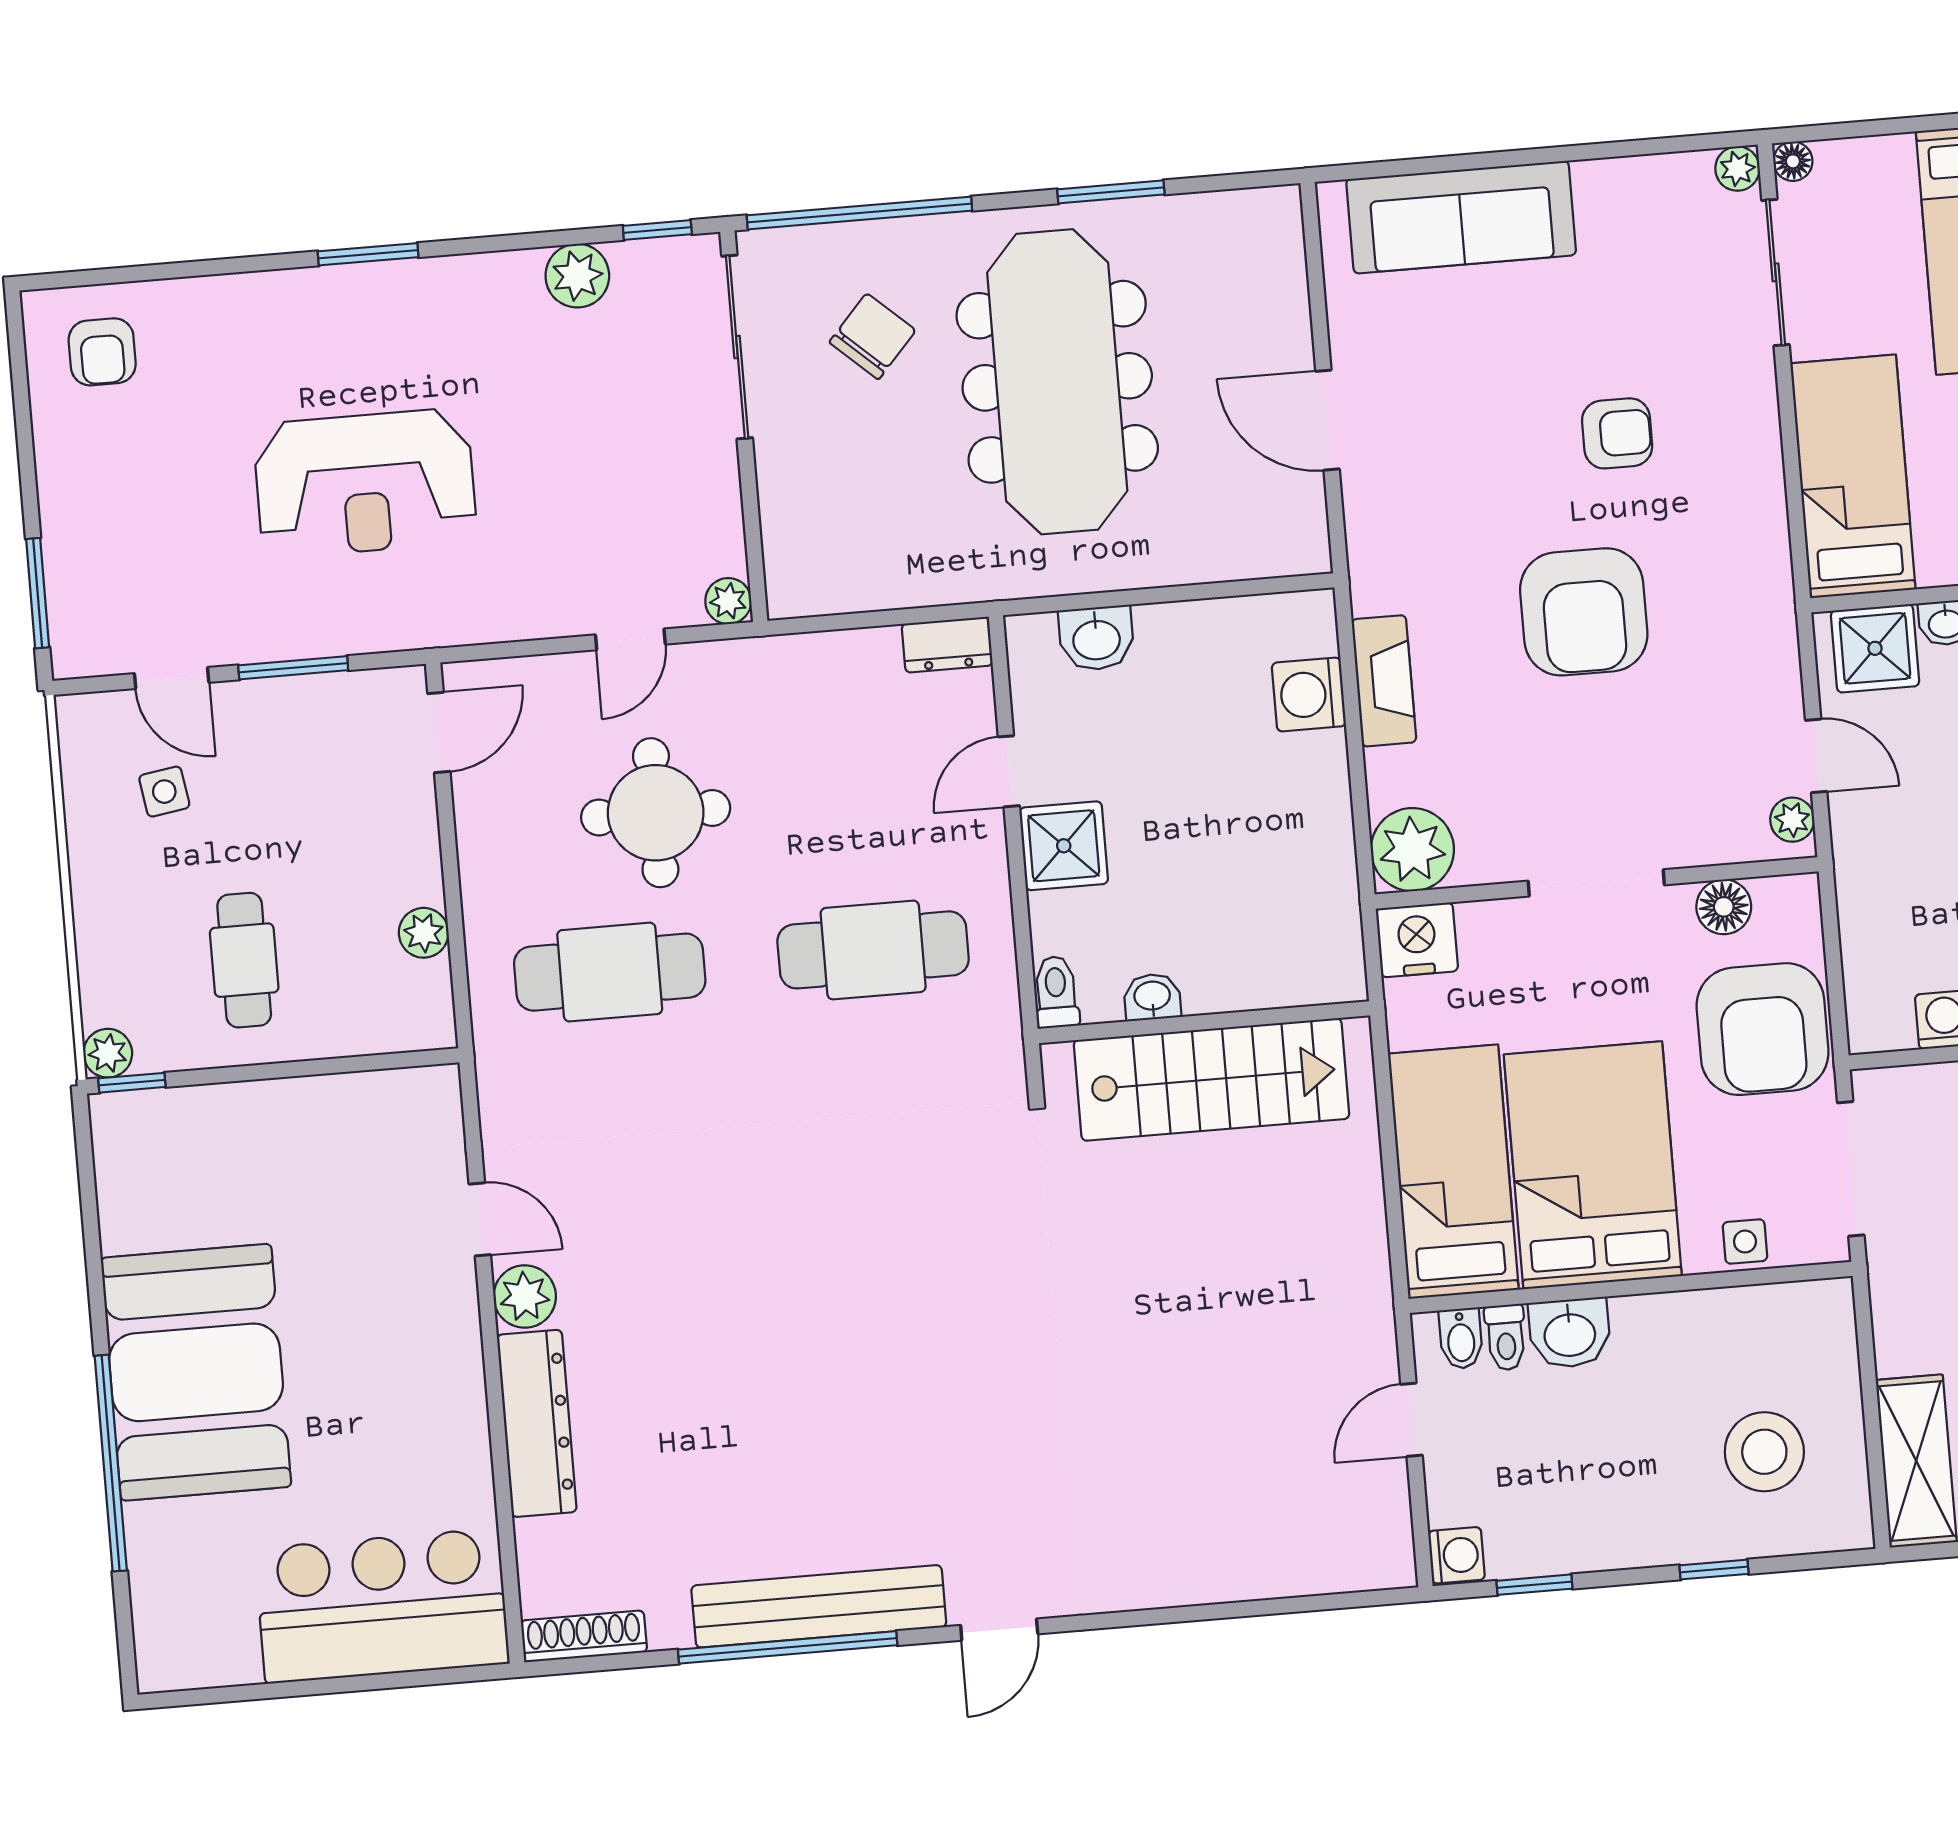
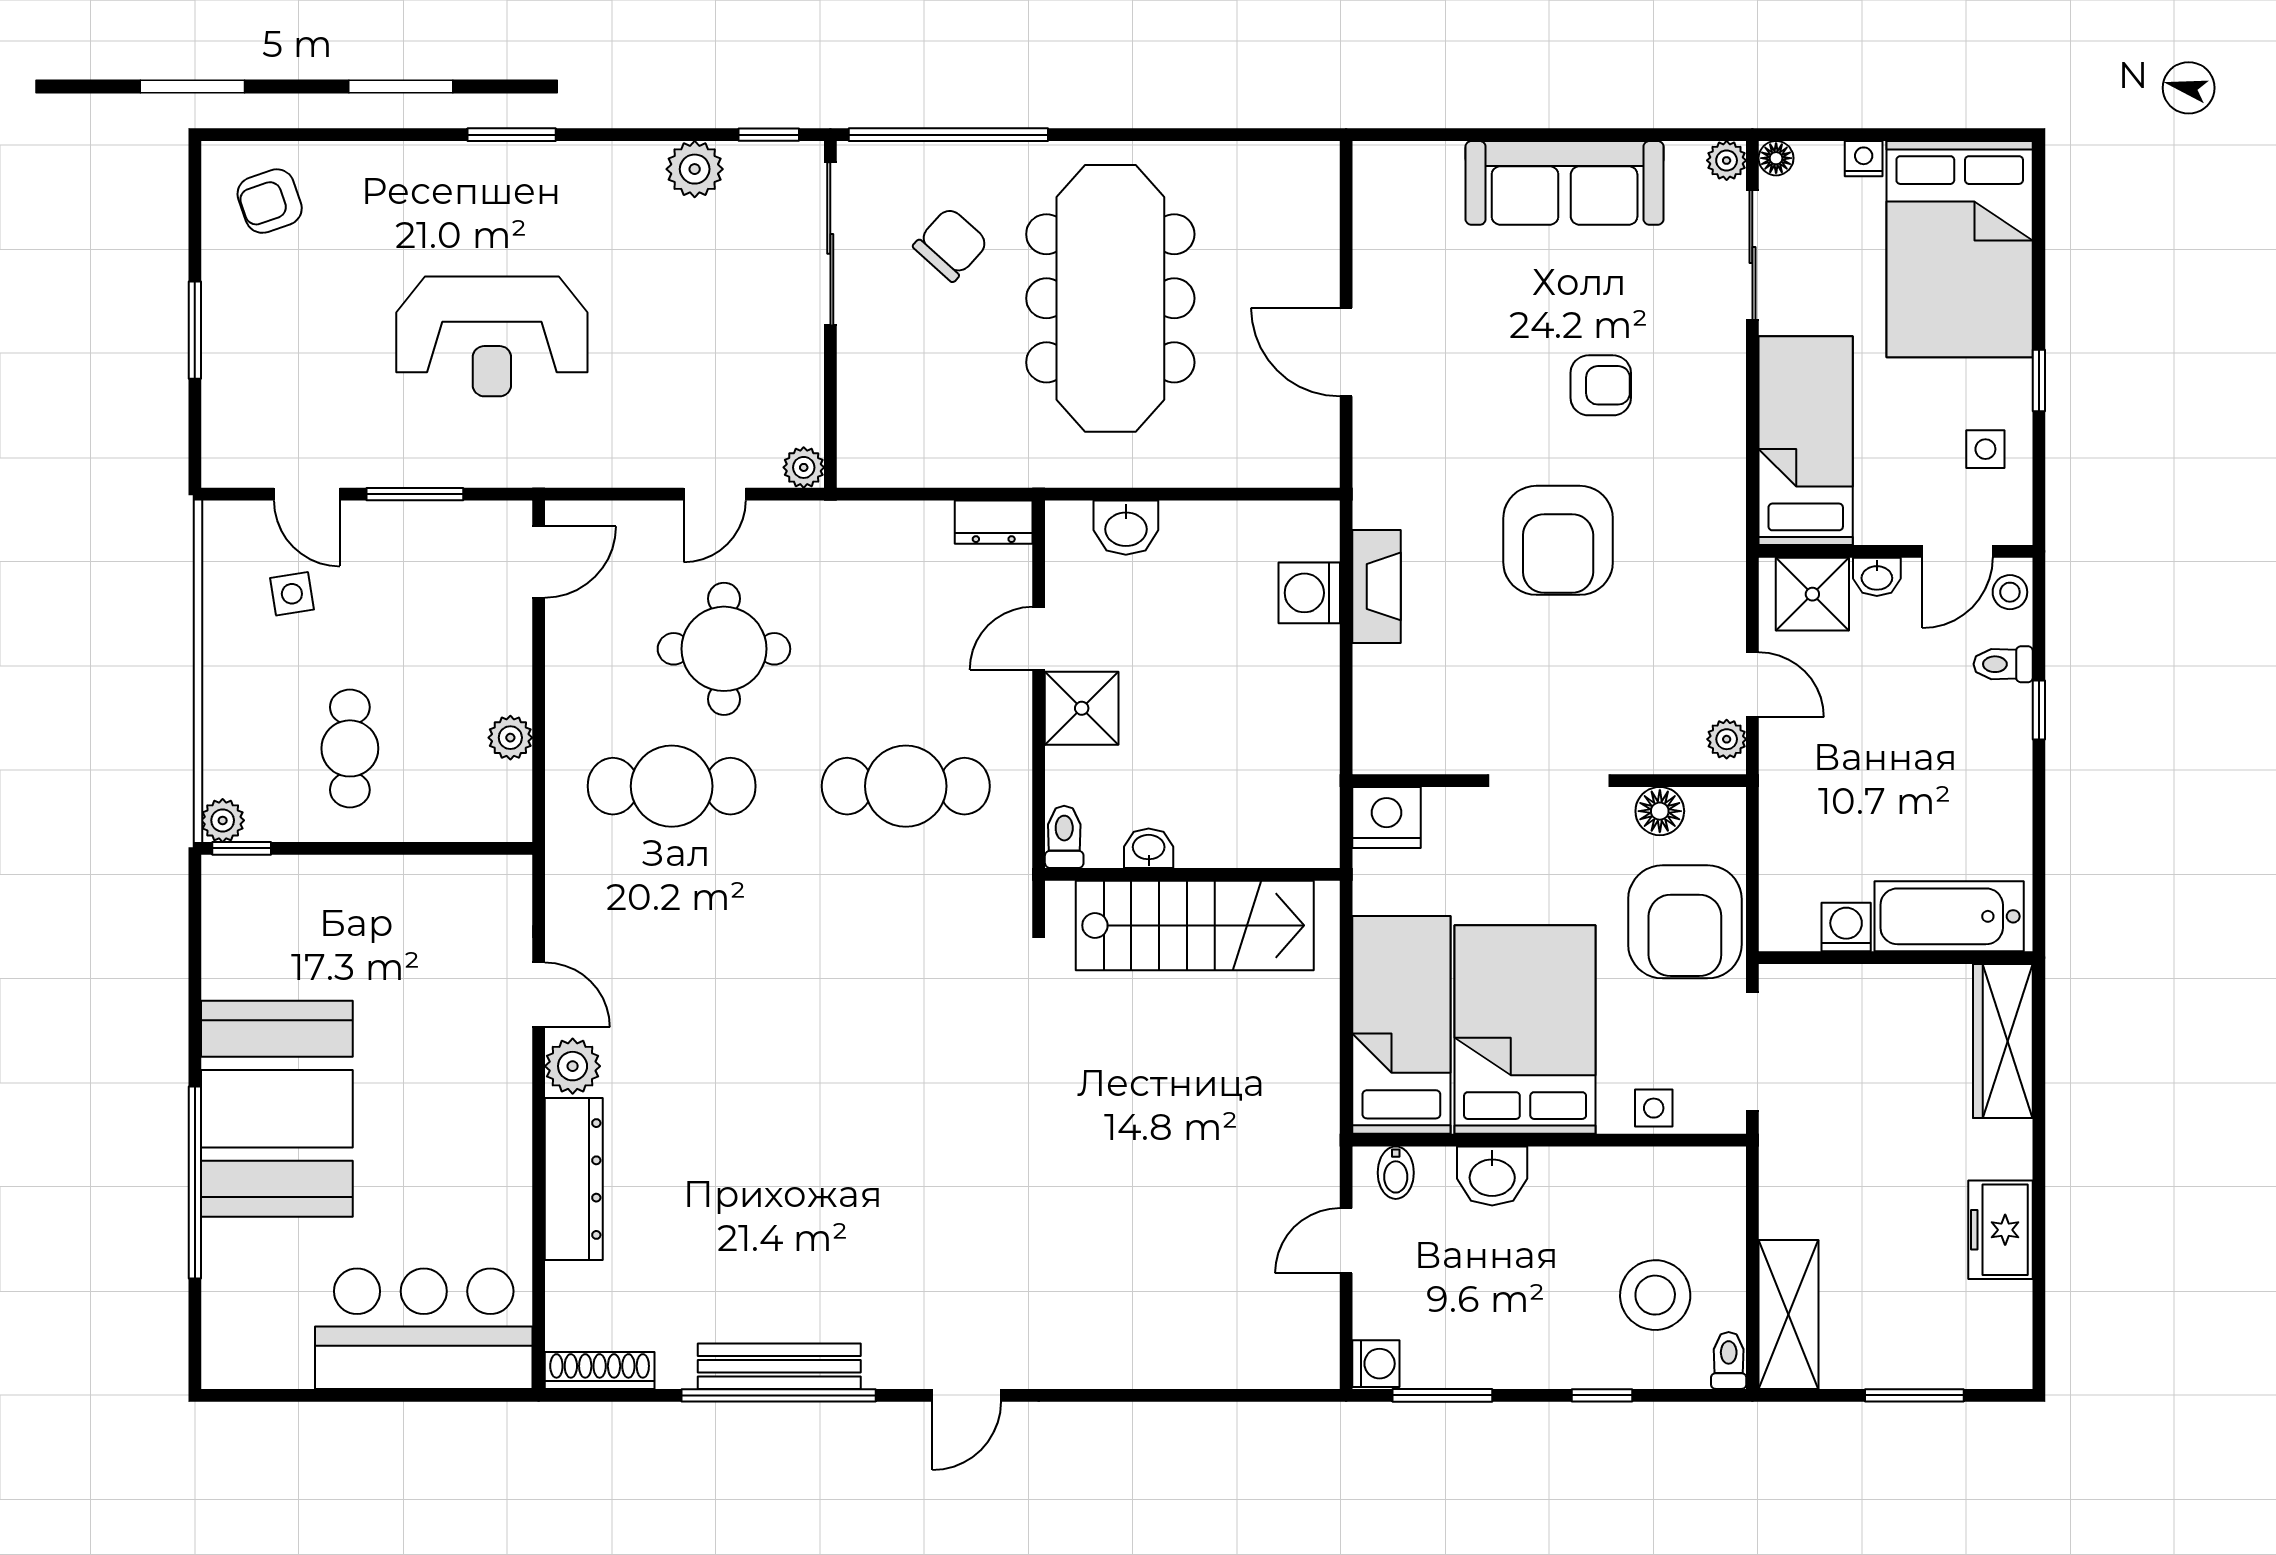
nightstand: (1892, 154) -> (1864, 159), added
window: (1111, 192) -> (1172, 135), removed
sofa: (1461, 217) -> (1565, 183), moved
armchair: (102, 352) -> (270, 201), turned 71
window: (38, 593) -> (195, 330), moved
plant: (1412, 850) -> (1389, 738), removed
toilet: (1506, 1337) -> (1729, 1360), moved, turned 180
window: (1534, 1585) -> (1442, 1395), width x1.50
bench: (819, 1606) -> (779, 1366), width x0.73, depth x0.82

